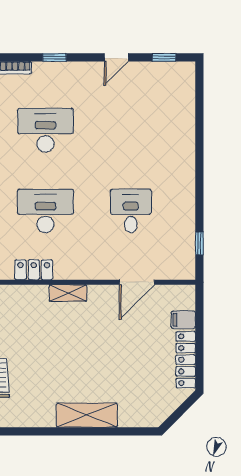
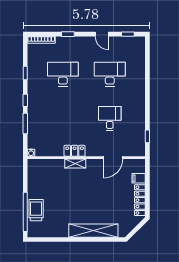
door: (116, 57) -> (102, 34), hinge flipped
desk: (45, 211) -> (110, 74), moved
locker: (34, 270) -> (75, 151), moved
shelving: (87, 415) -> (93, 231), width x1.47

